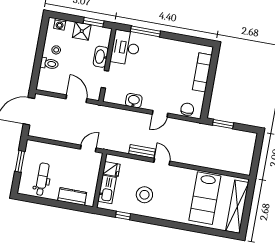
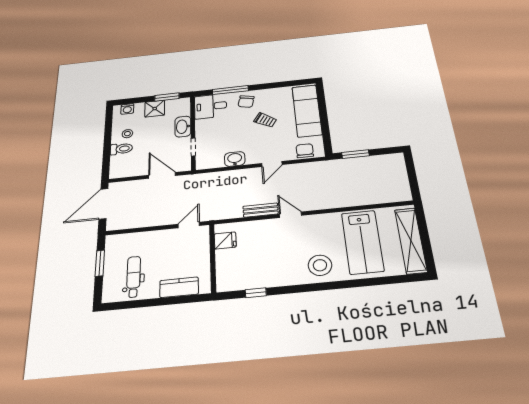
chair: (155, 47) -> (246, 102), added
desk: (125, 48) -> (211, 106), width x0.73
trolley: (165, 71) -> (265, 120), added
exam couch: (202, 72) -> (307, 111), width x1.36, depth x1.45
kitchen sink: (107, 189) -> (225, 266), removed
stool: (144, 195) -> (320, 265), moved

